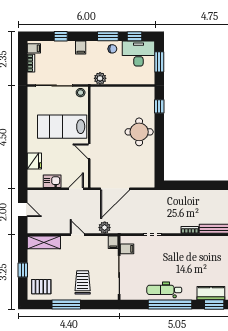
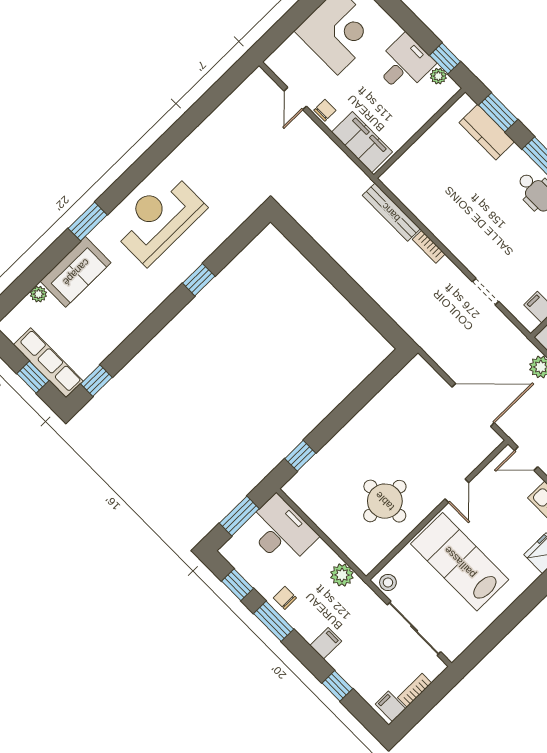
desk: (138, 54) -> (281, 531), moved, turned 180
lab bench: (62, 127) -> (460, 562), turned 180
round table: (139, 132) -> (385, 501), moved

